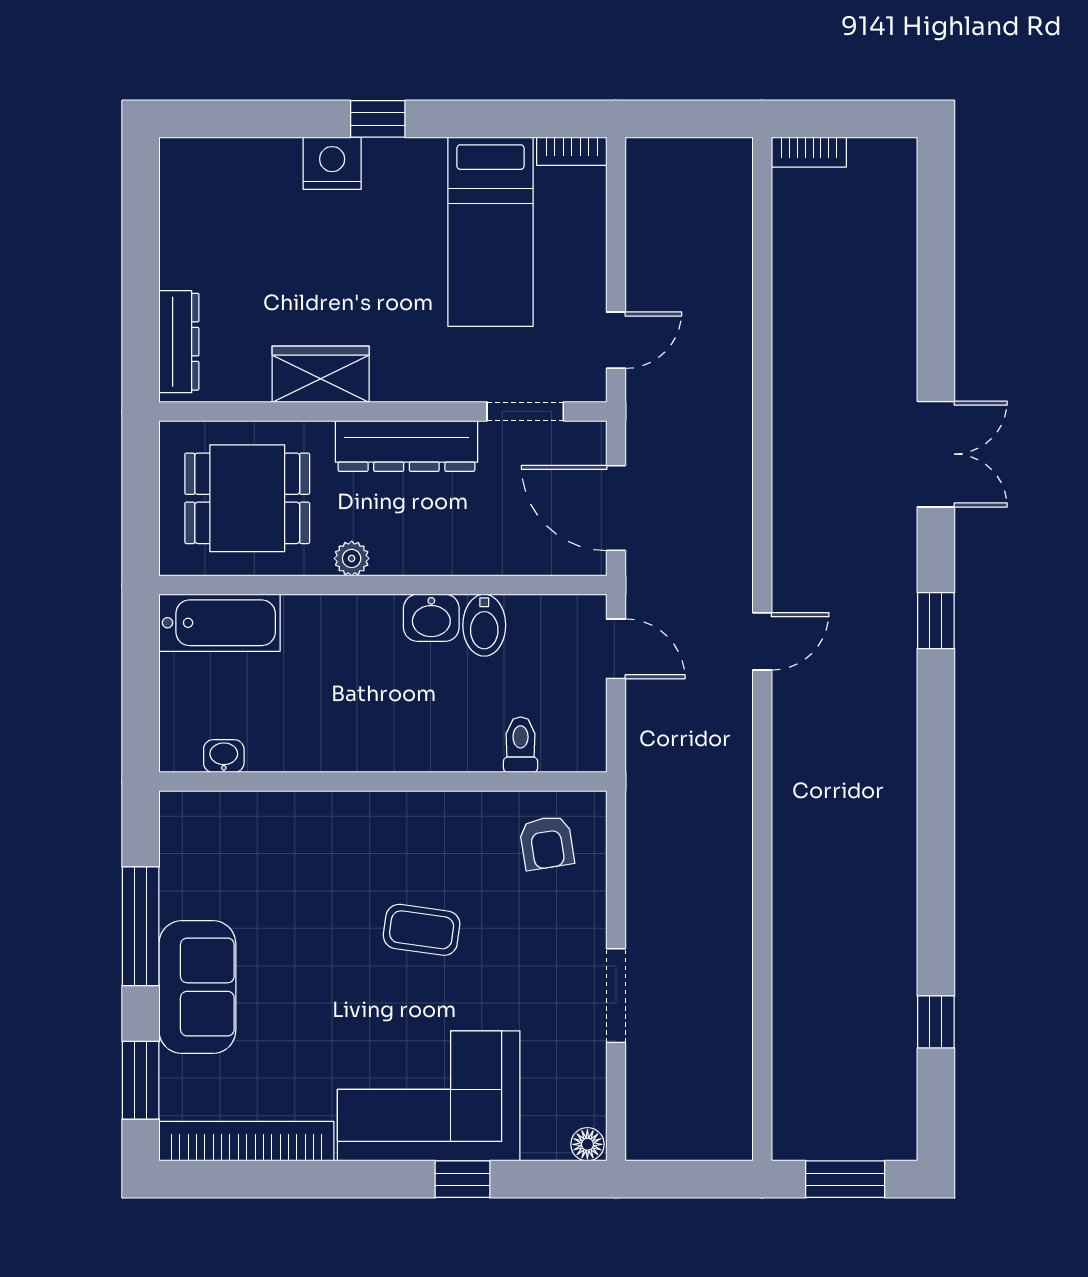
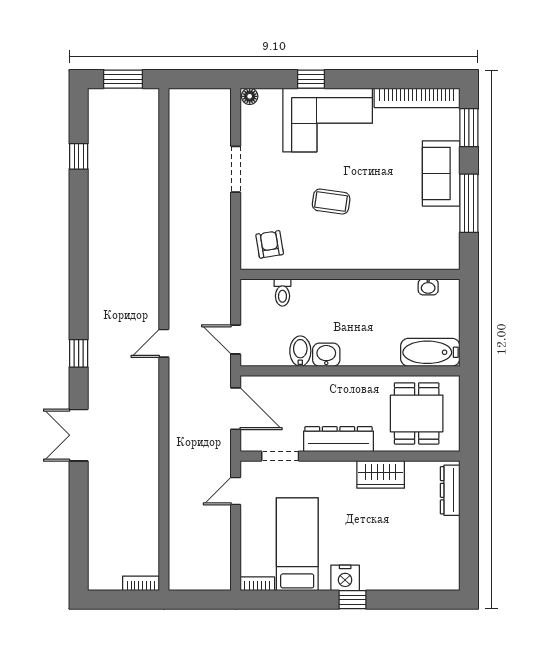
nightstand: (332, 163) -> (345, 578), moved
dining table: (247, 498) -> (417, 413), turned 90
plant: (352, 558) -> (365, 384), removed

